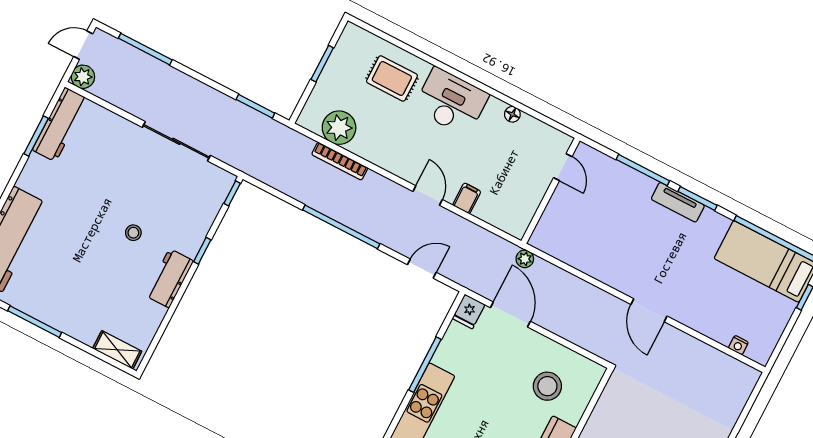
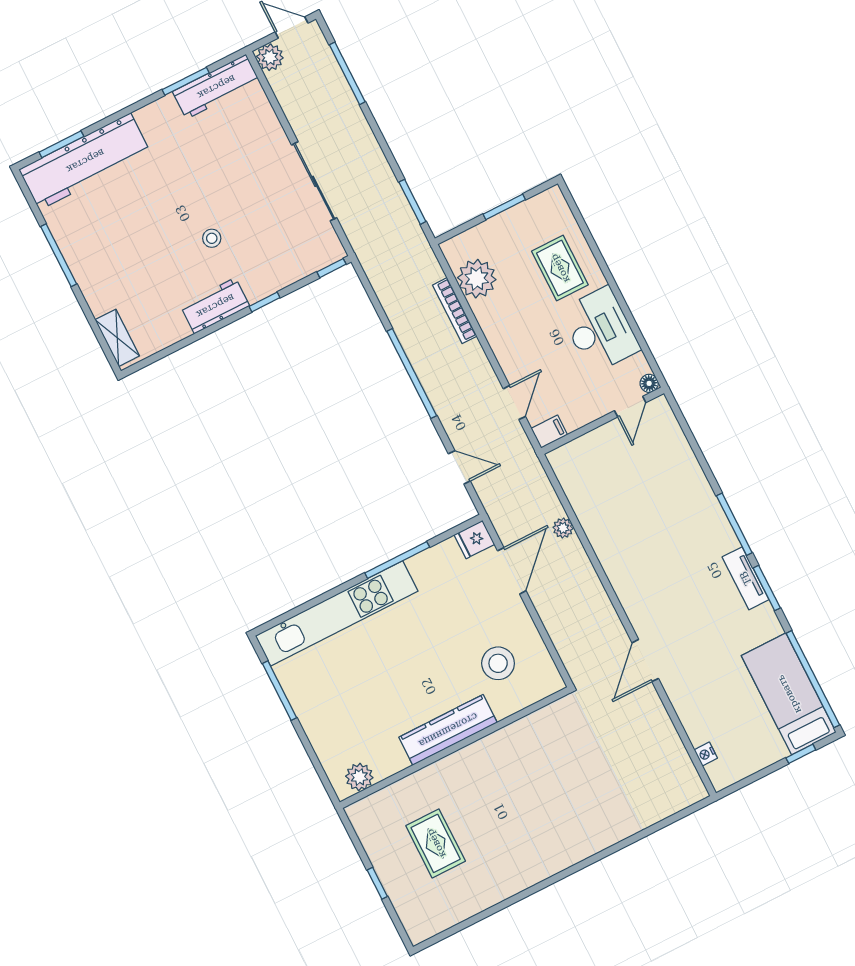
door: (563, 167) -> (630, 407), moved
wall: (551, 191) -> (603, 421), moved

